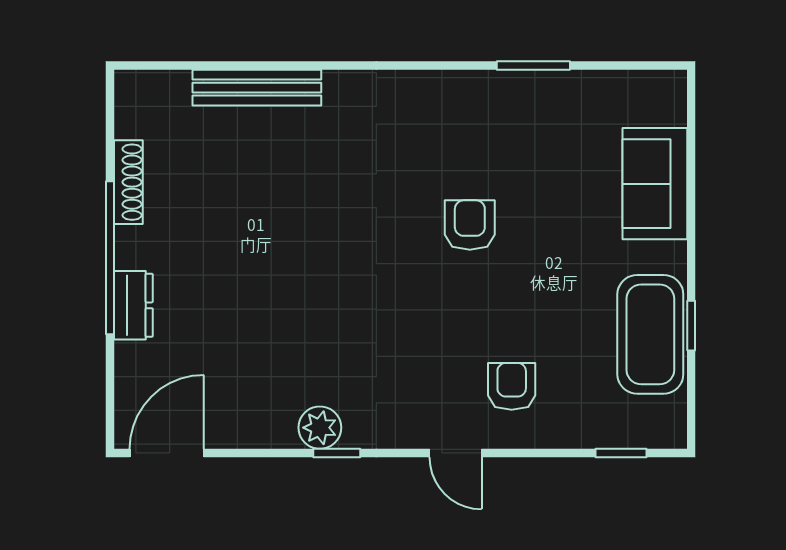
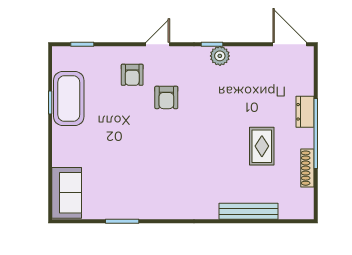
sofa: (655, 184) -> (67, 193), moved
armchair: (470, 225) -> (166, 97), moved
rug: (228, 230) -> (262, 146), added
door: (167, 453) -> (290, 44), swing flipped
door: (456, 453) -> (158, 44), hinge flipped

